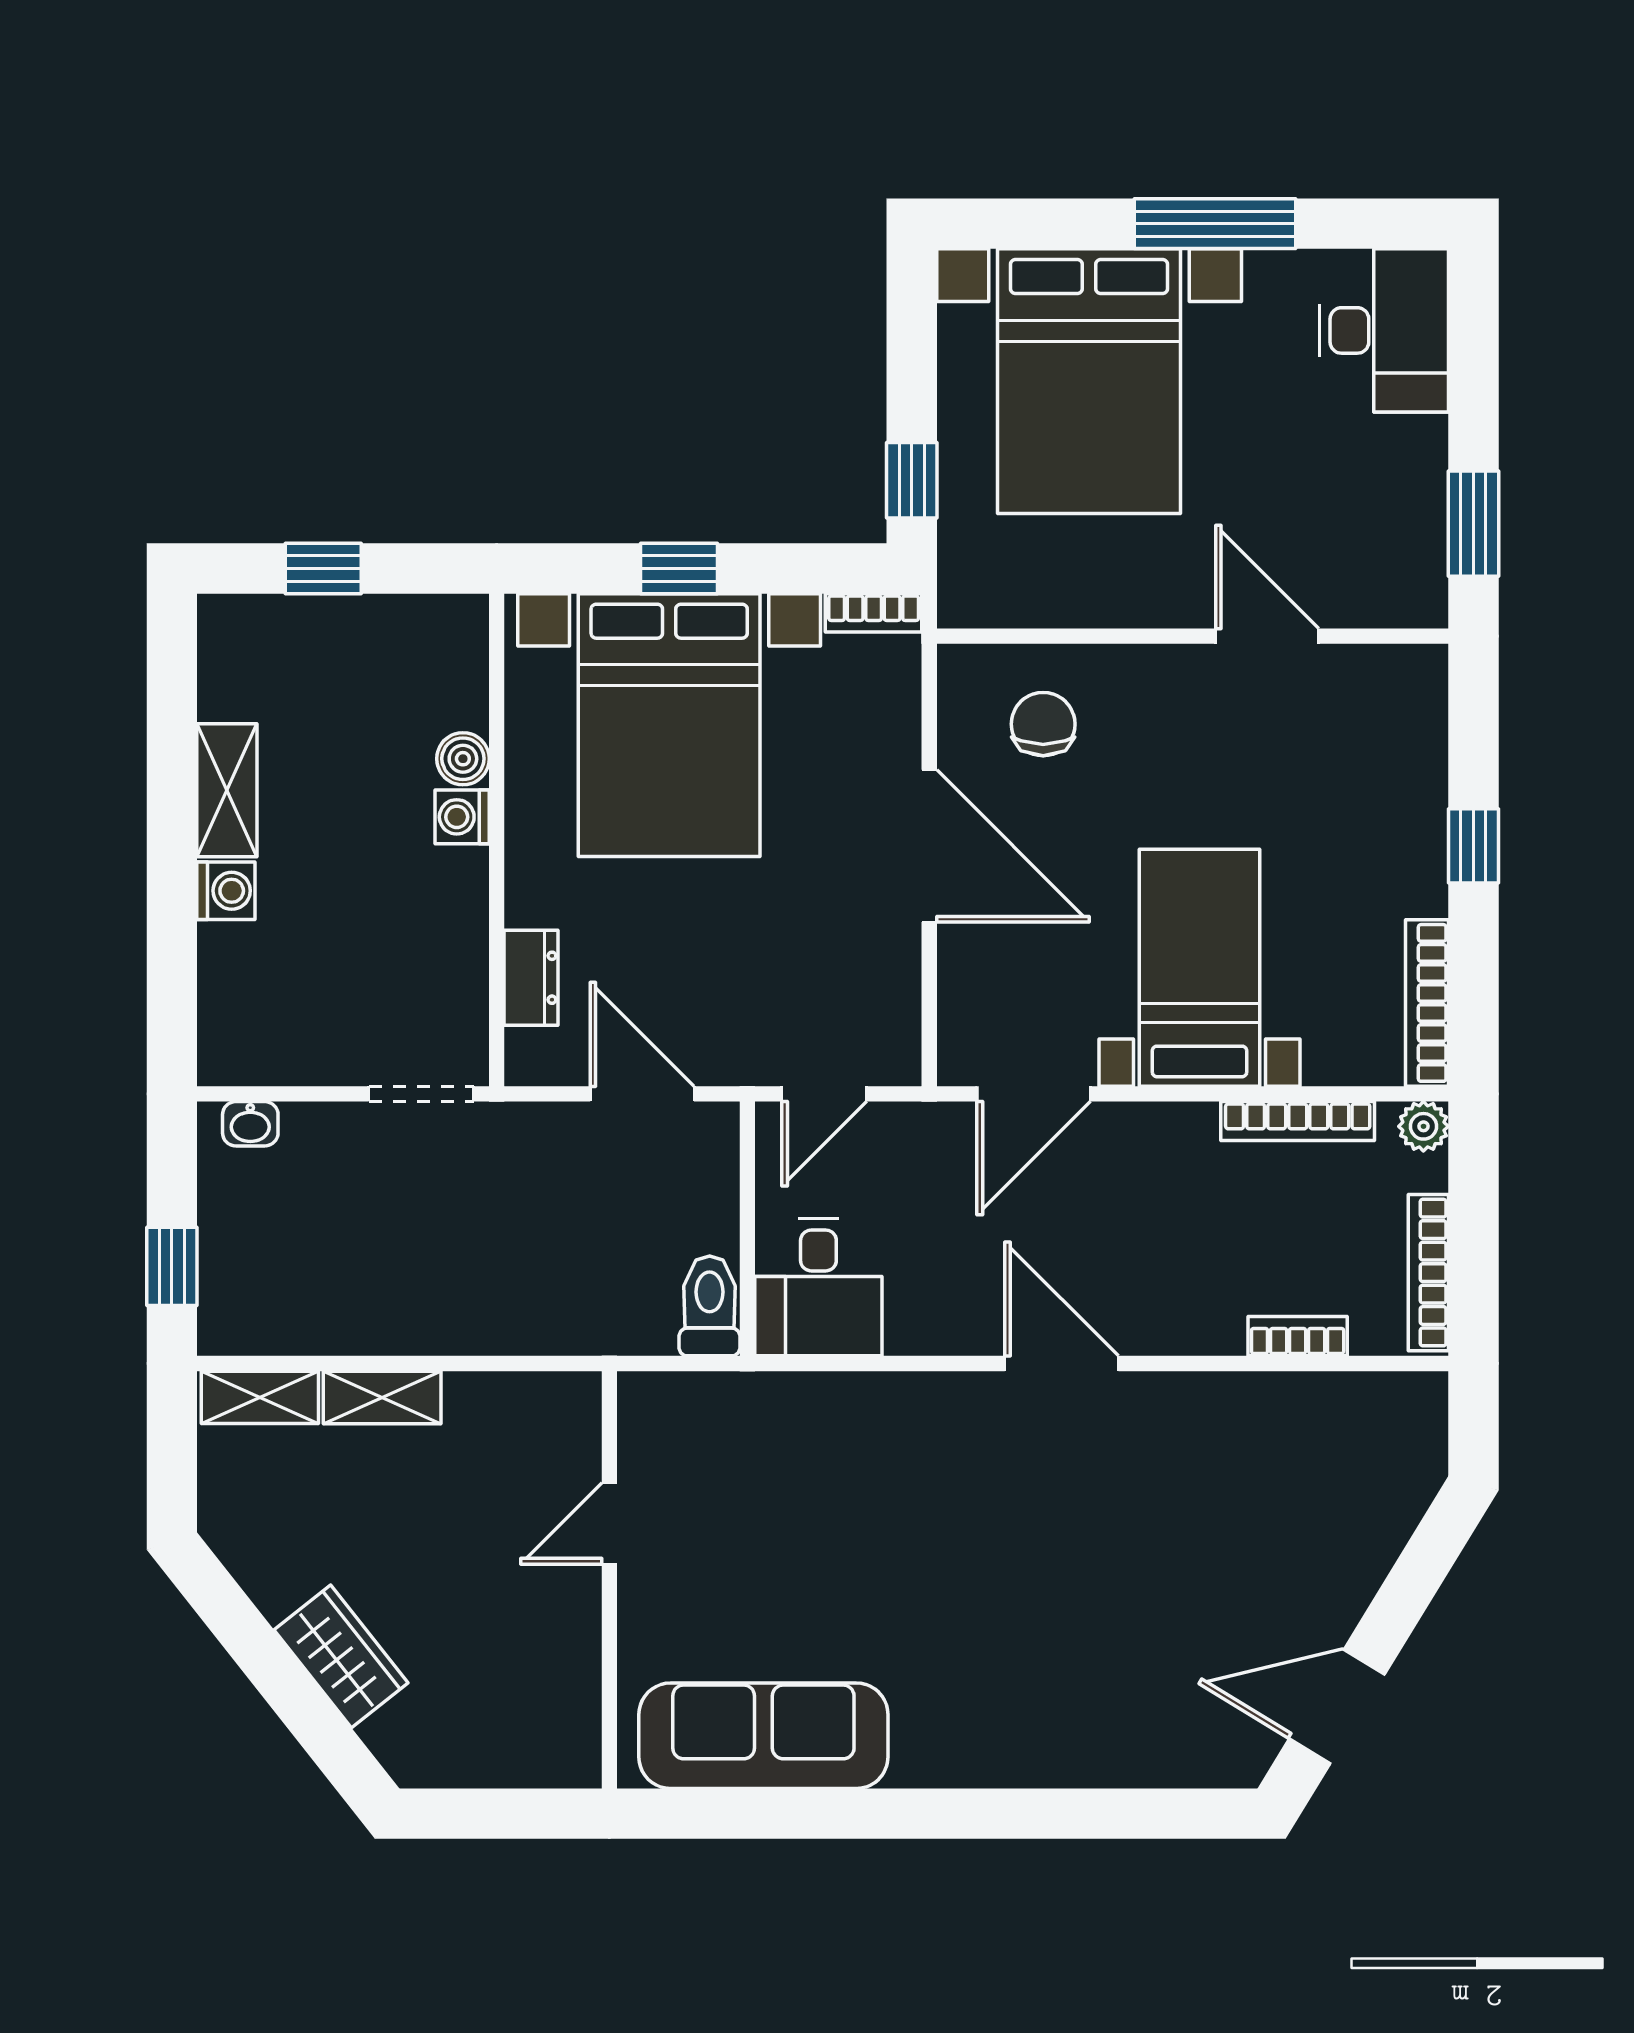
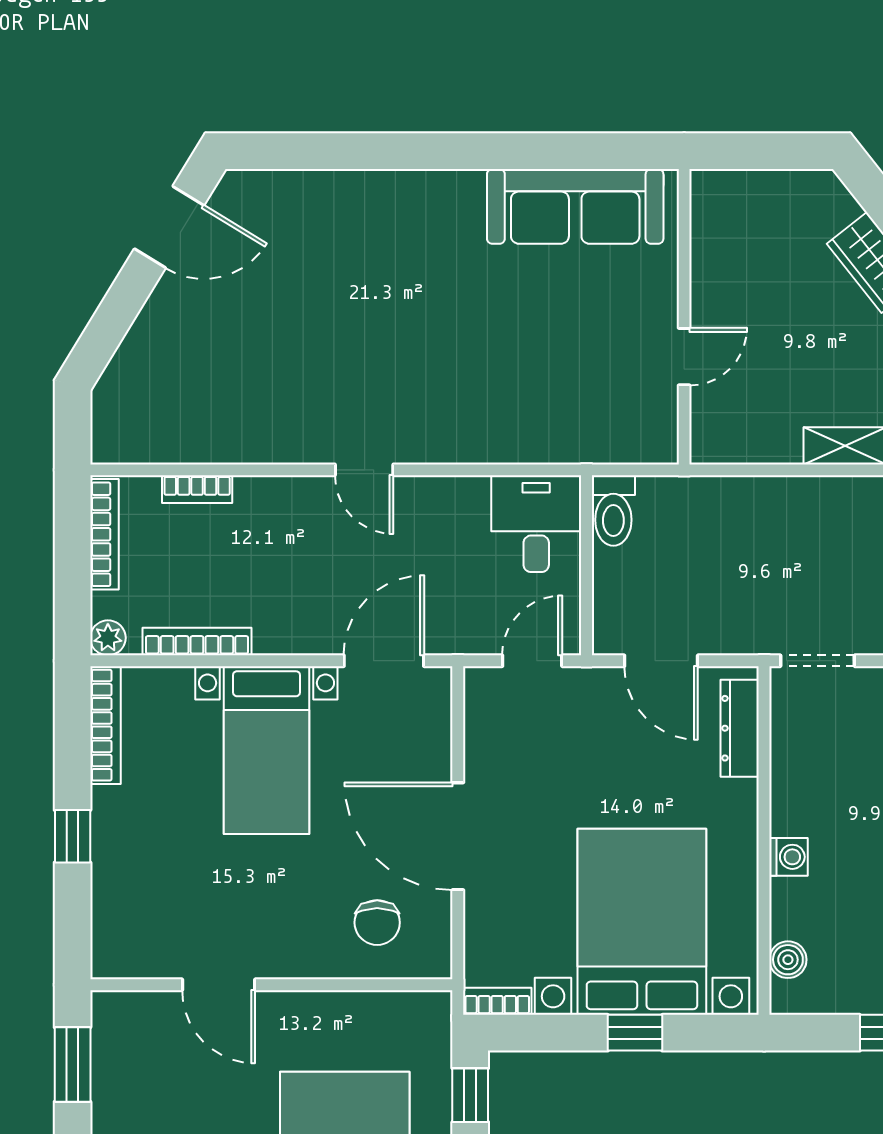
boiler: (463, 759) -> (788, 960), moved
dresser: (531, 978) -> (740, 728), width x1.44
door: (1062, 1363) -> (364, 470), width x0.73

